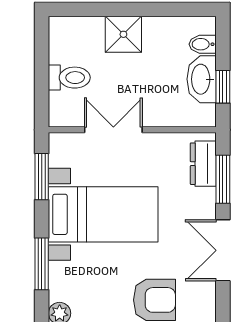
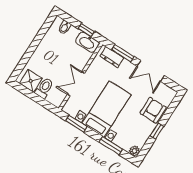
shower: (123, 34) -> (31, 81), moved
washbasin: (202, 79) -> (87, 42), moved

